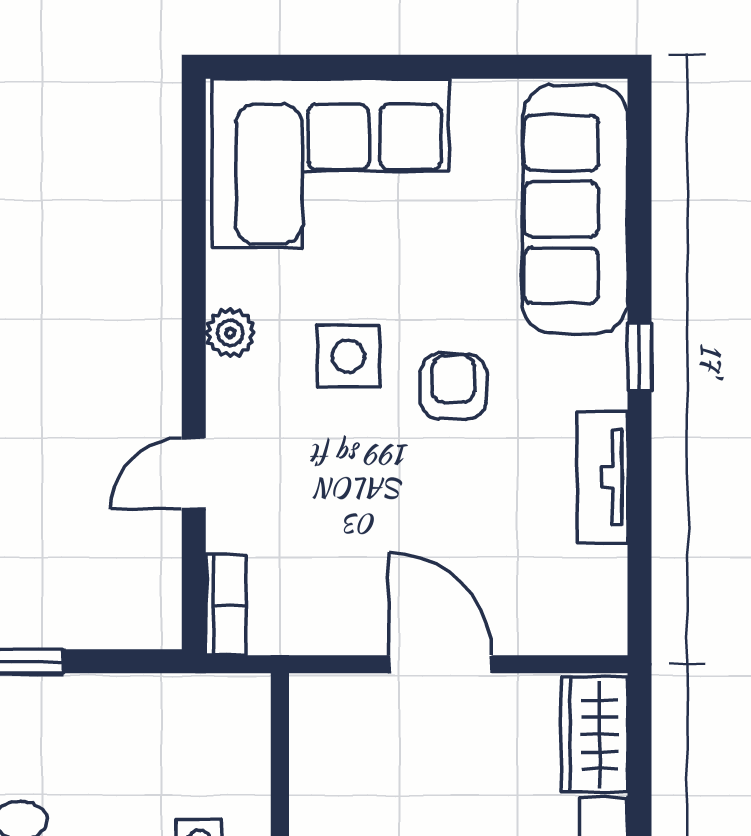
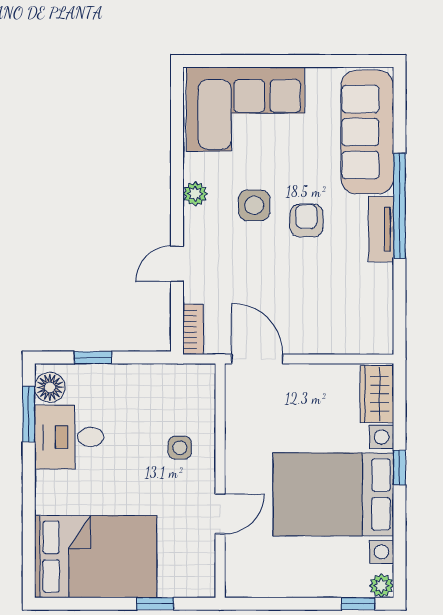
window: (640, 357) -> (399, 206), width x3.17
tv unit: (603, 477) -> (381, 229), moved
door: (440, 664) -> (257, 359), moved

